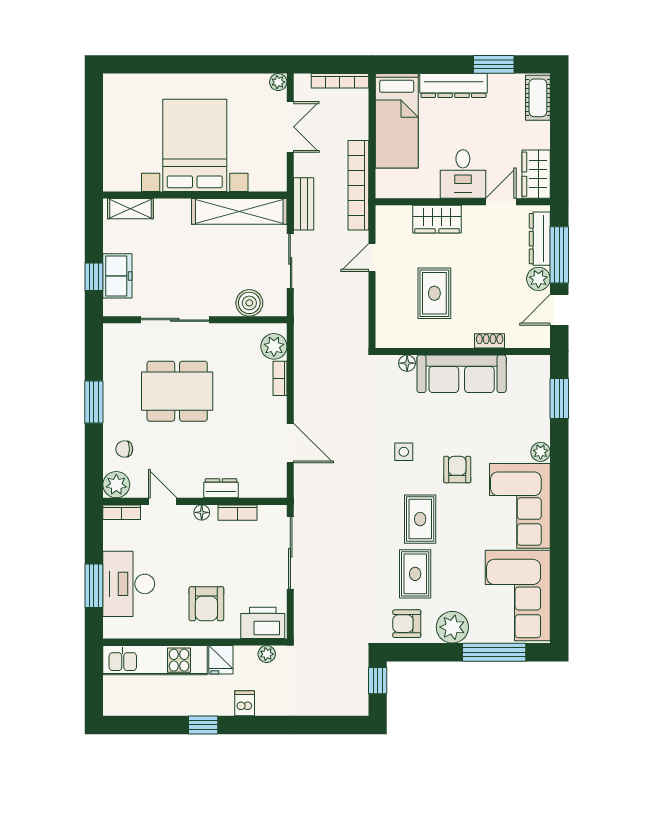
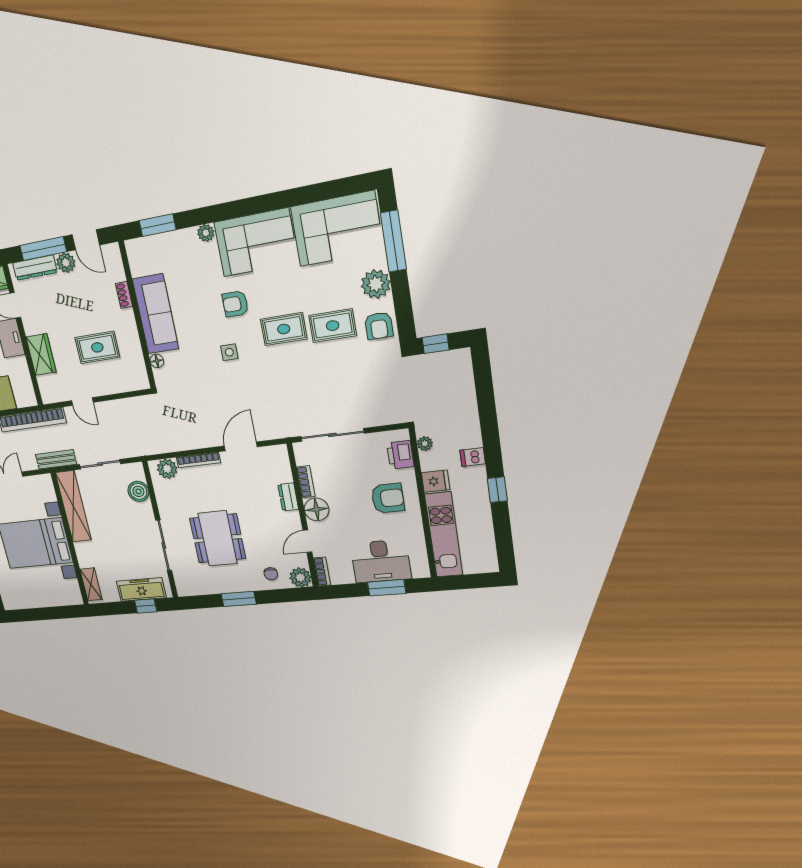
freezer: (117, 276) -> (141, 589), width x1.40
bookcase: (280, 378) -> (198, 460), width x1.56
floor lamp: (202, 512) -> (317, 509), width x1.89, depth x1.89
printer: (263, 623) -> (400, 455), width x0.73, depth x0.84

